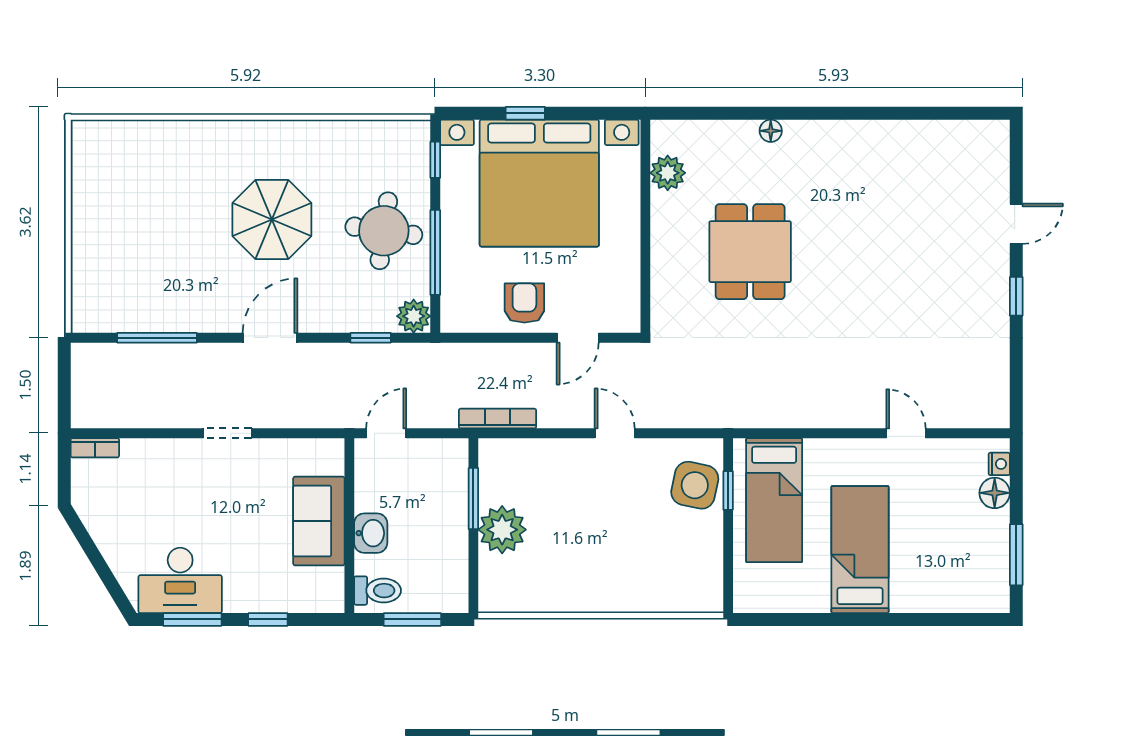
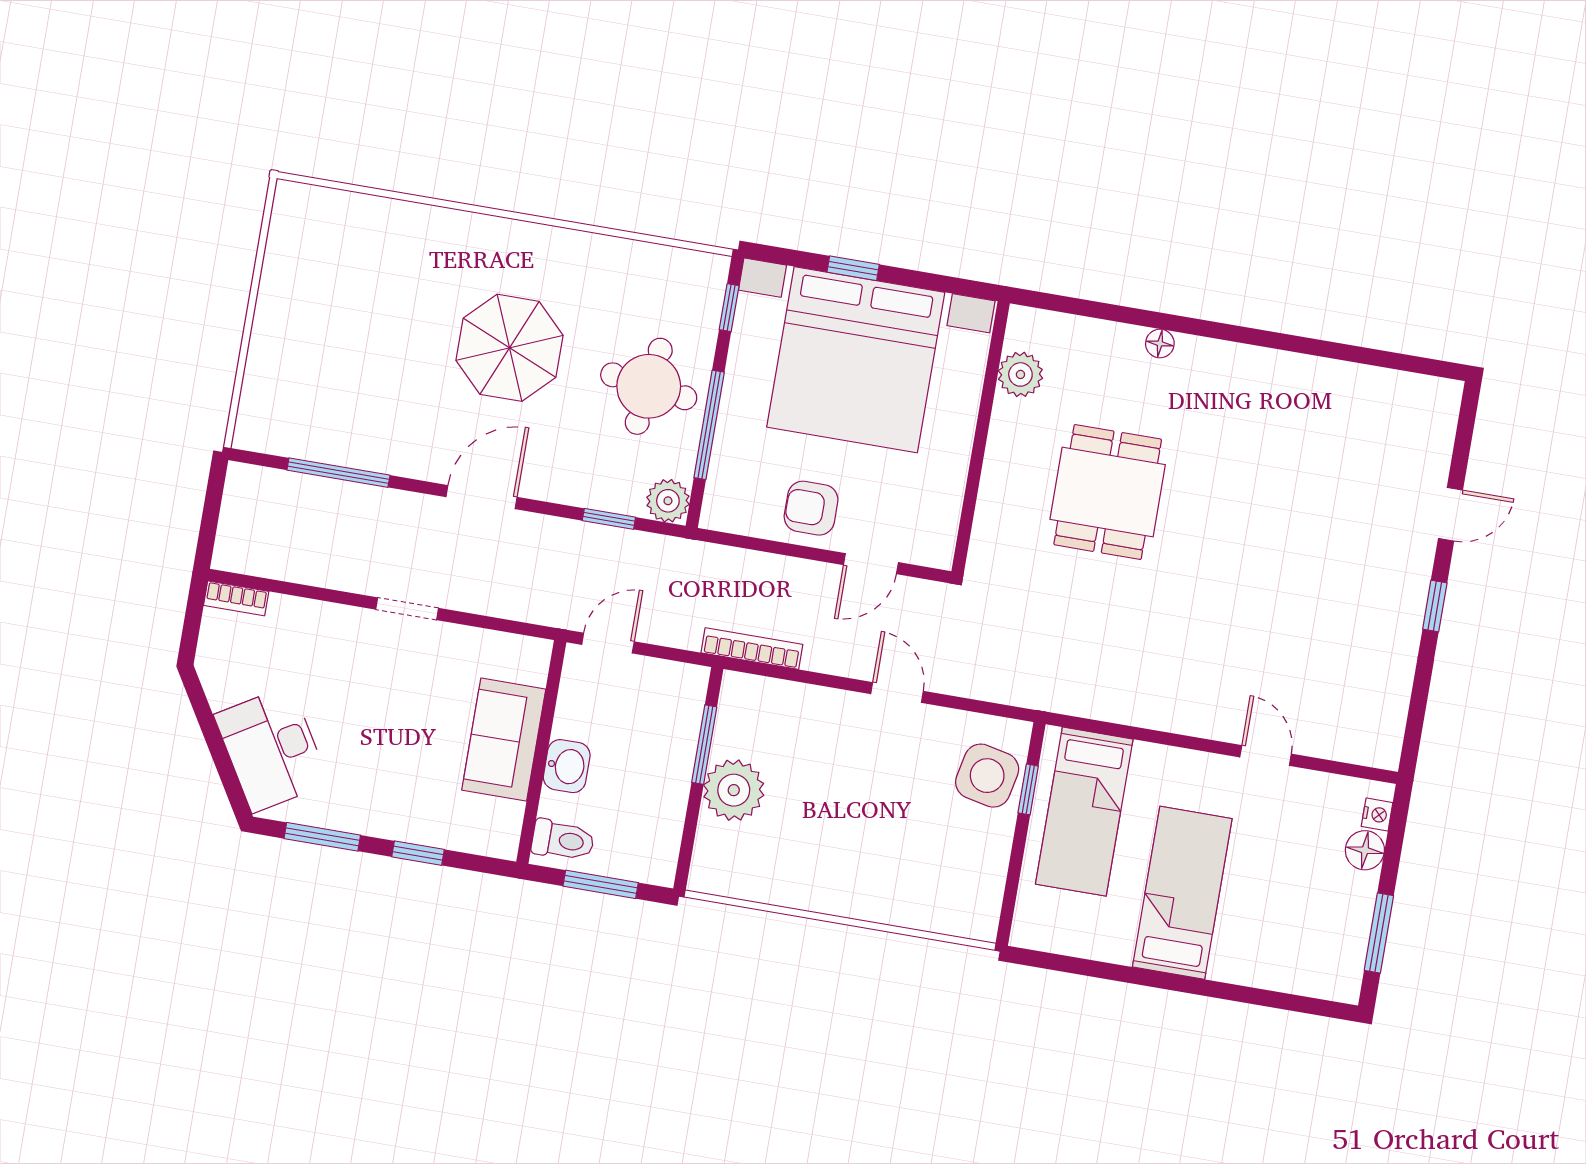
armchair: (524, 303) -> (811, 508), turned -90
desk: (180, 580) -> (272, 749), moved, turned 59

